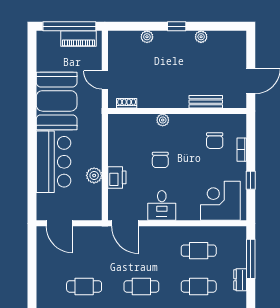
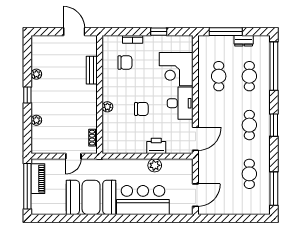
corner desk: (220, 201) -> (176, 69), moved
desk: (162, 205) -> (180, 103), width x1.37

